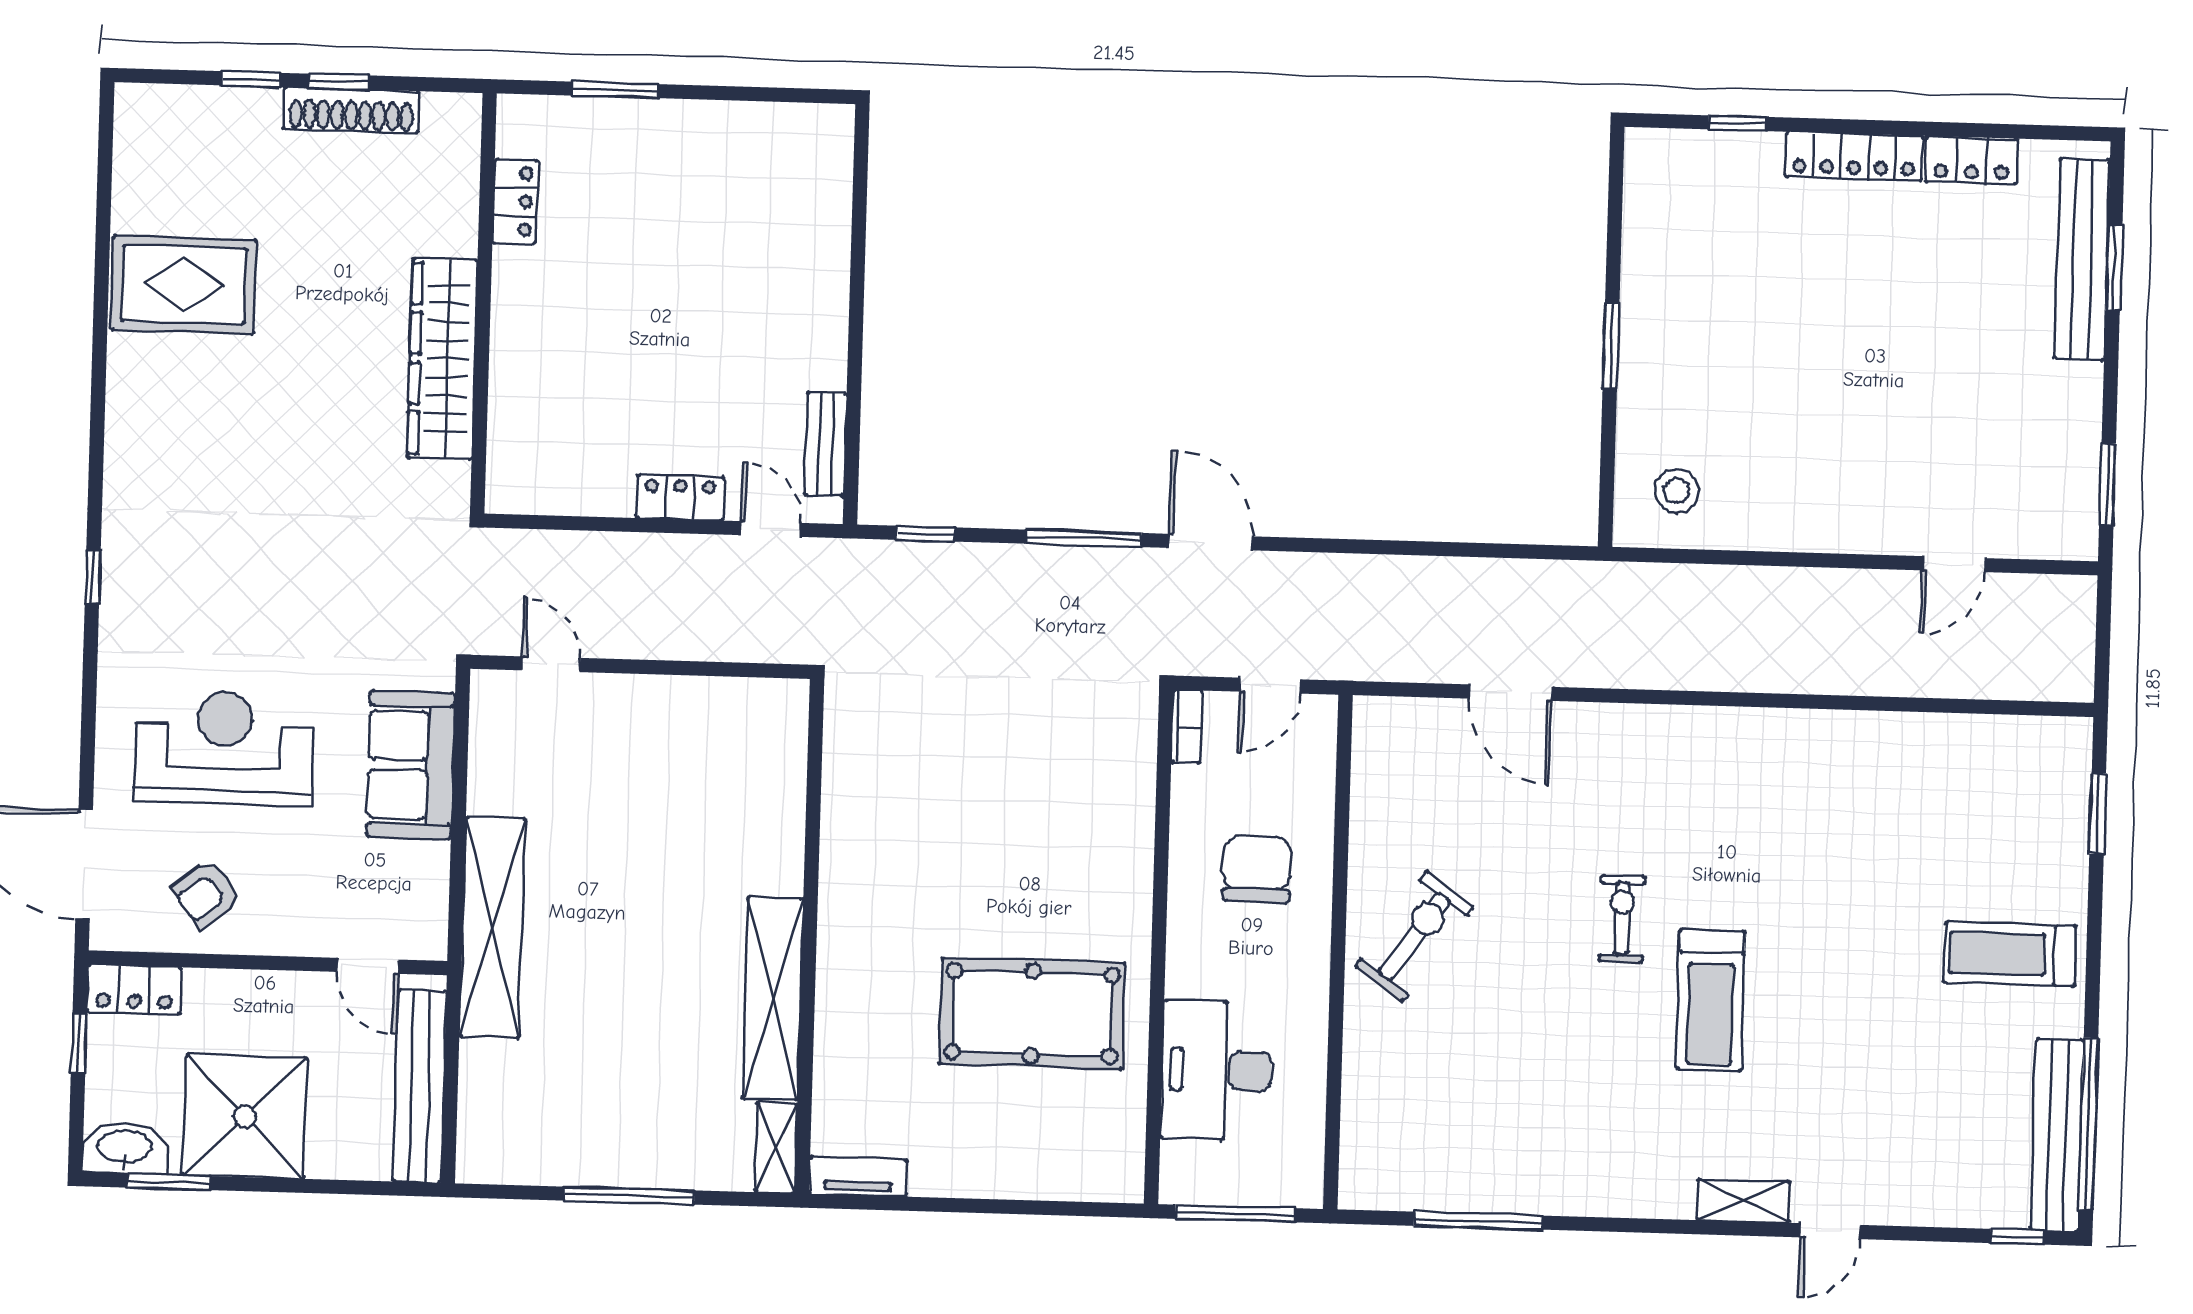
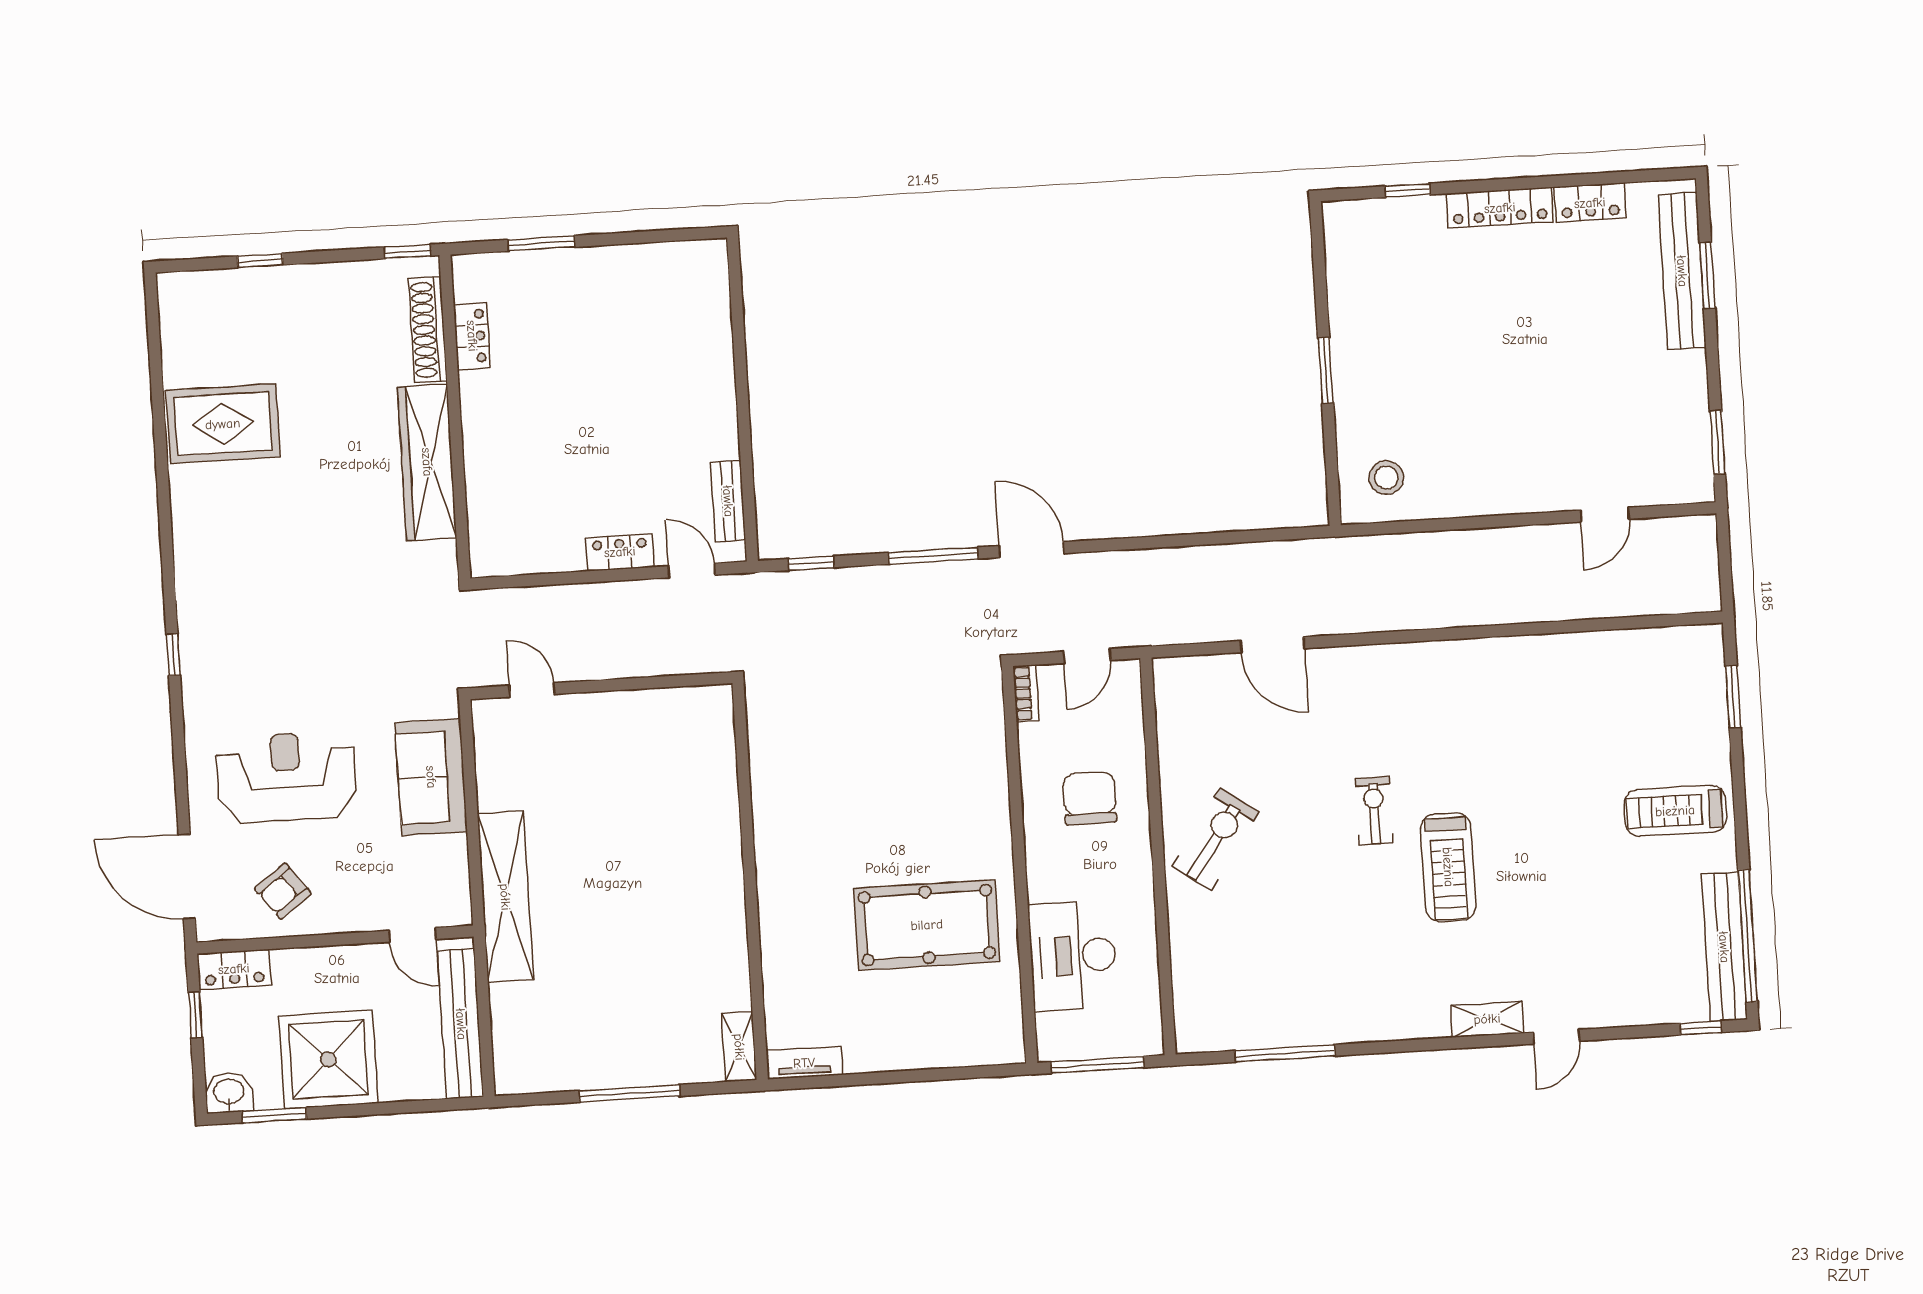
window: (339, 82) -> (408, 252), moved
shoe rack: (351, 110) -> (428, 330), moved, turned 90
shelving: (773, 998) -> (726, 932), removed
washbasin: (125, 1148) -> (229, 1093), width x0.72

